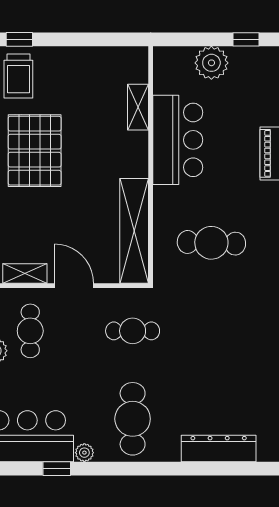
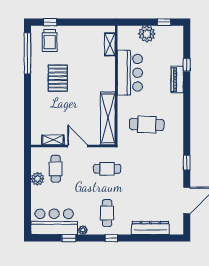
shelving: (138, 107) -> (110, 44), moved
pallet: (35, 151) -> (58, 78), width x0.73, depth x0.71
cafe table: (133, 419) -> (107, 213), width x0.73, depth x0.74
window: (141, 469) -> (111, 238), added

